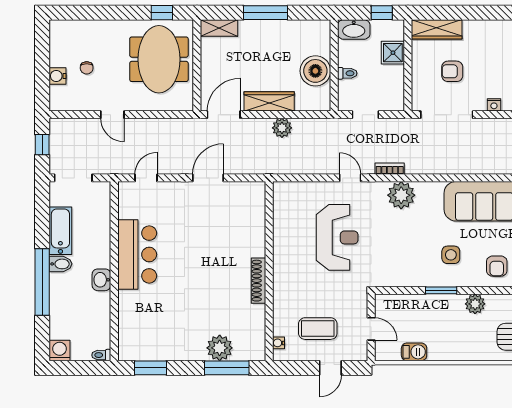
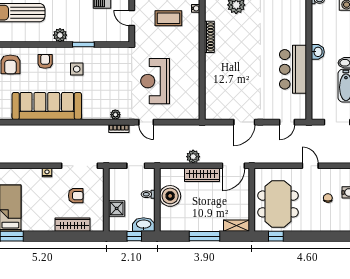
window: (382, 13) -> (134, 236), moved
wardrobe: (437, 29) -> (73, 225), moved
plant: (401, 195) -> (115, 115), width x0.53, depth x0.53
shoe rack: (258, 281) -> (209, 37), moved

